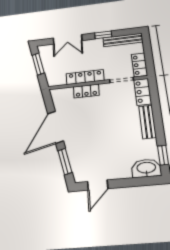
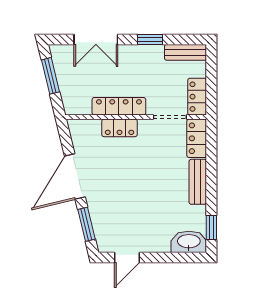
bench: (123, 40) -> (186, 52), width x0.73

